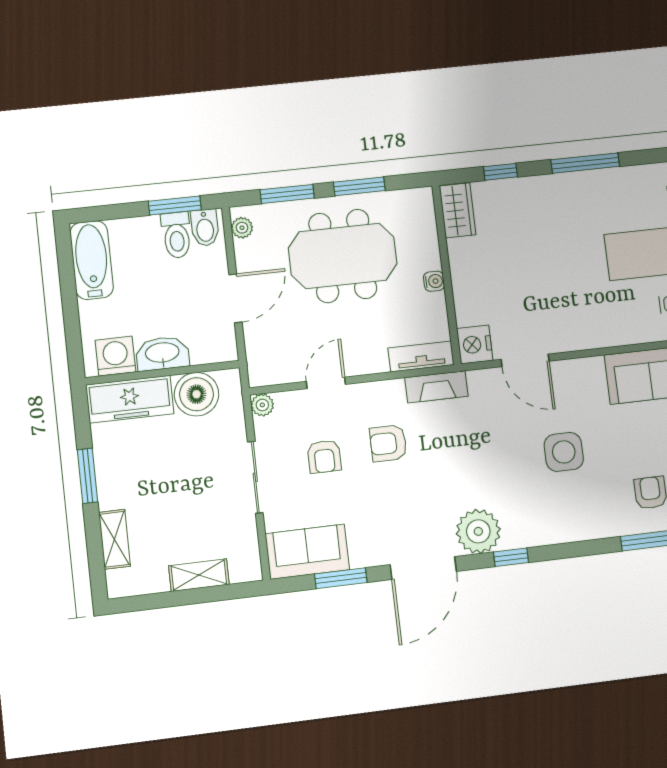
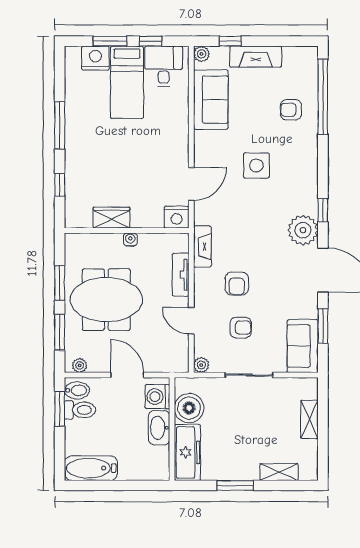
wardrobe: (458, 210) -> (111, 218), moved
meeting table: (343, 256) -> (106, 300), turned 90
washing machine: (115, 356) -> (157, 397), moved
tv unit: (421, 356) -> (181, 275), moved

